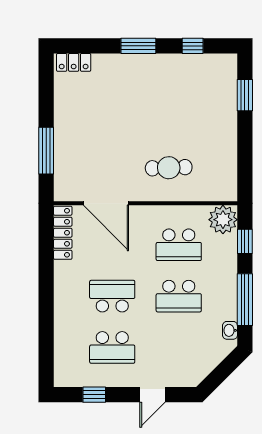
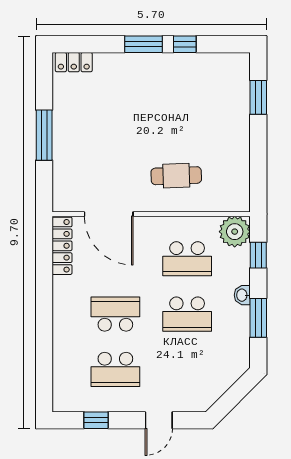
window: (193, 46) -> (185, 44), moved
window: (46, 151) -> (44, 135), moved
window: (245, 300) -> (258, 318), width x0.69
washbasin: (230, 330) -> (242, 295), moved

